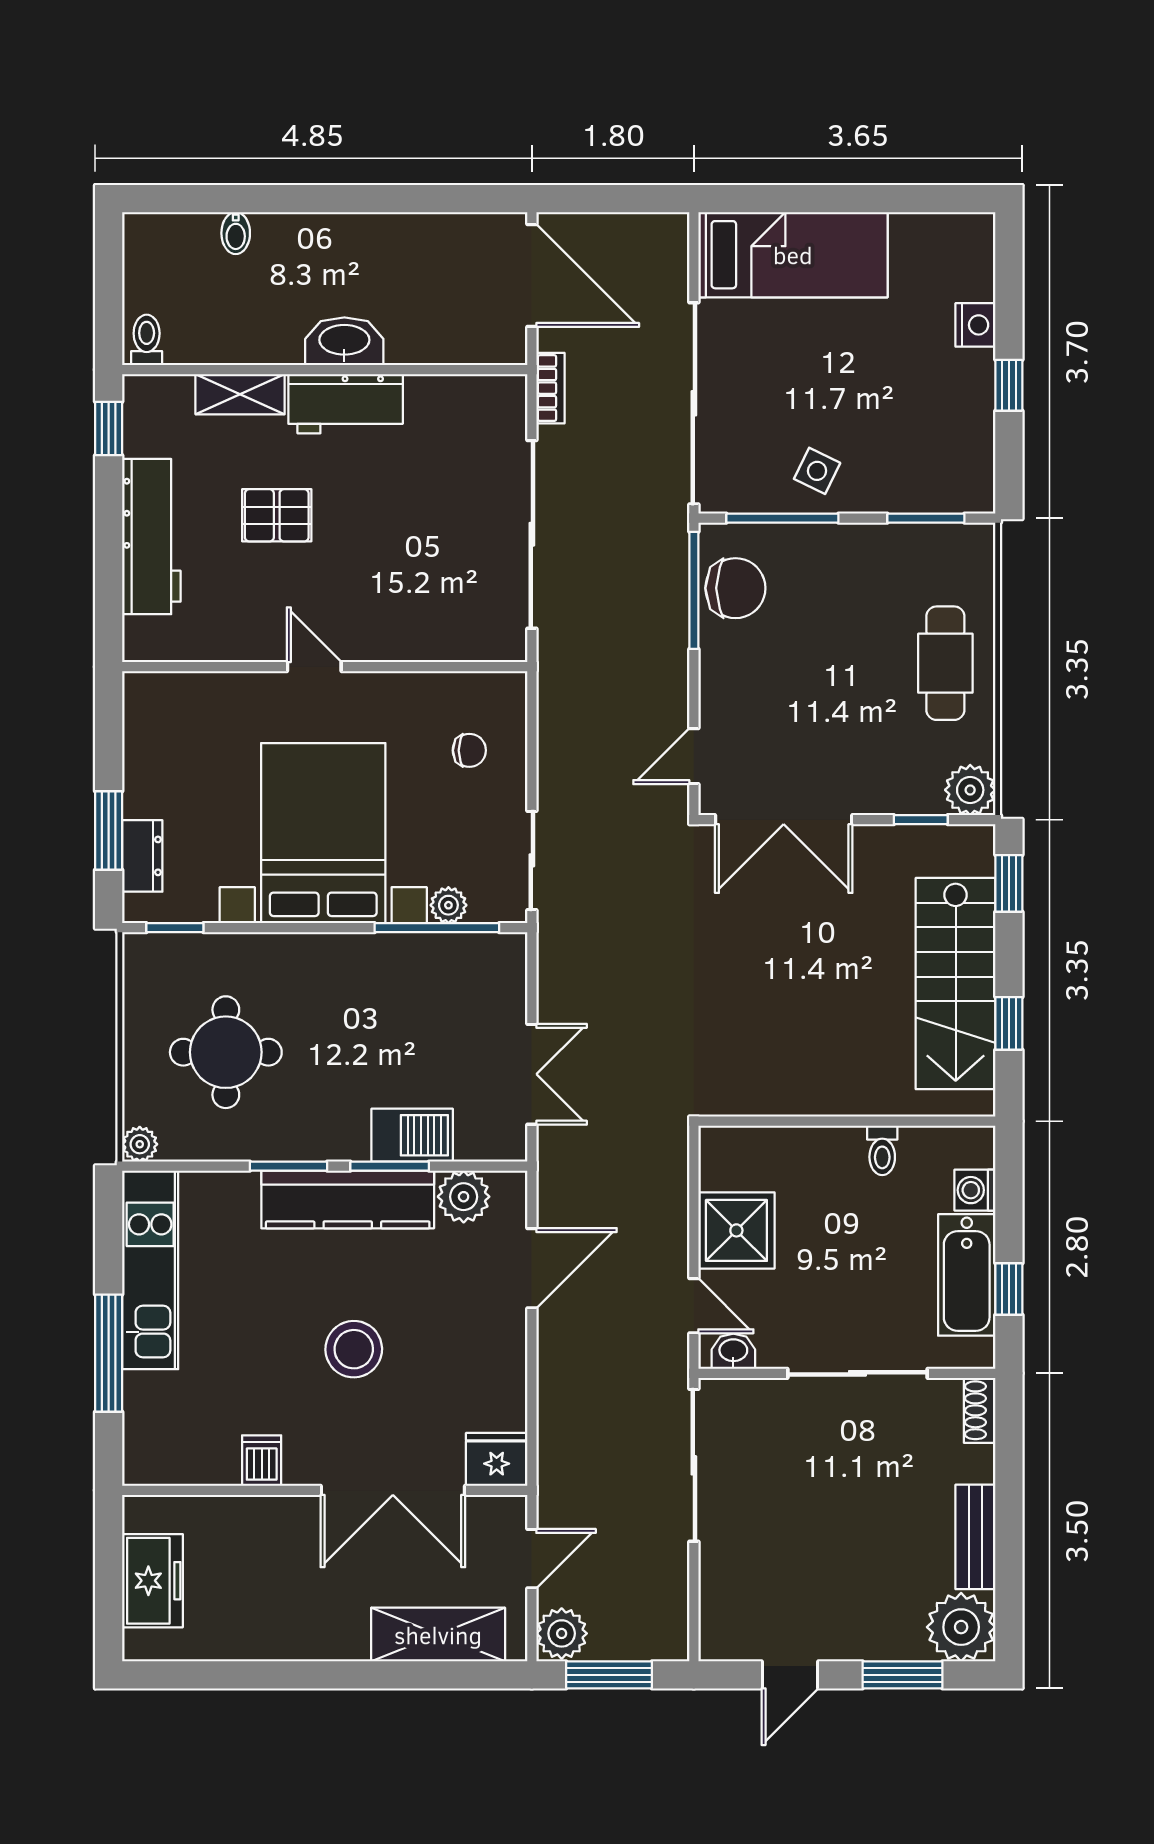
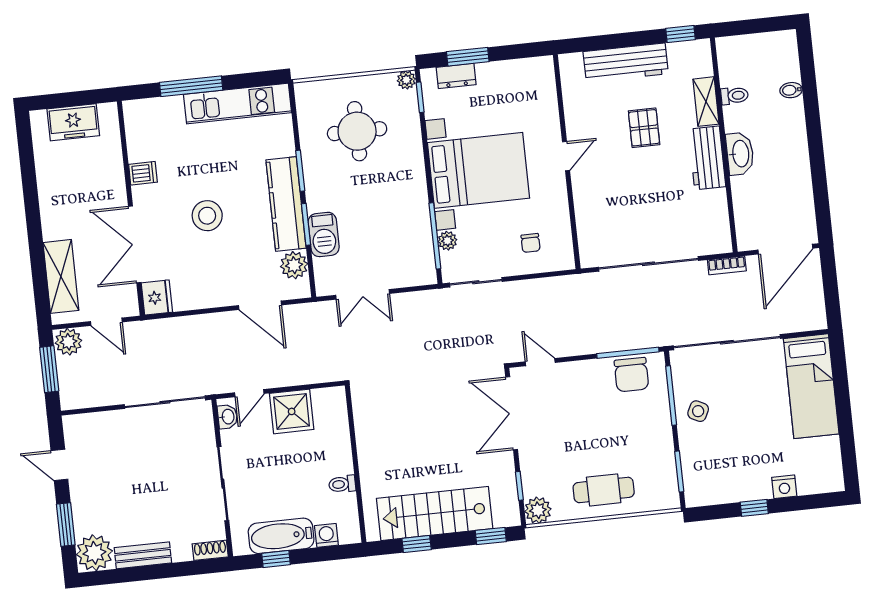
toilet: (147, 340) -> (734, 96), moved
plant: (140, 1144) -> (406, 80), moved

